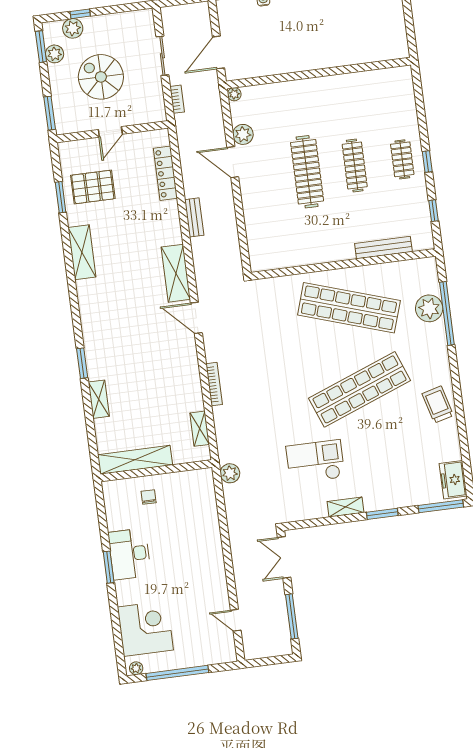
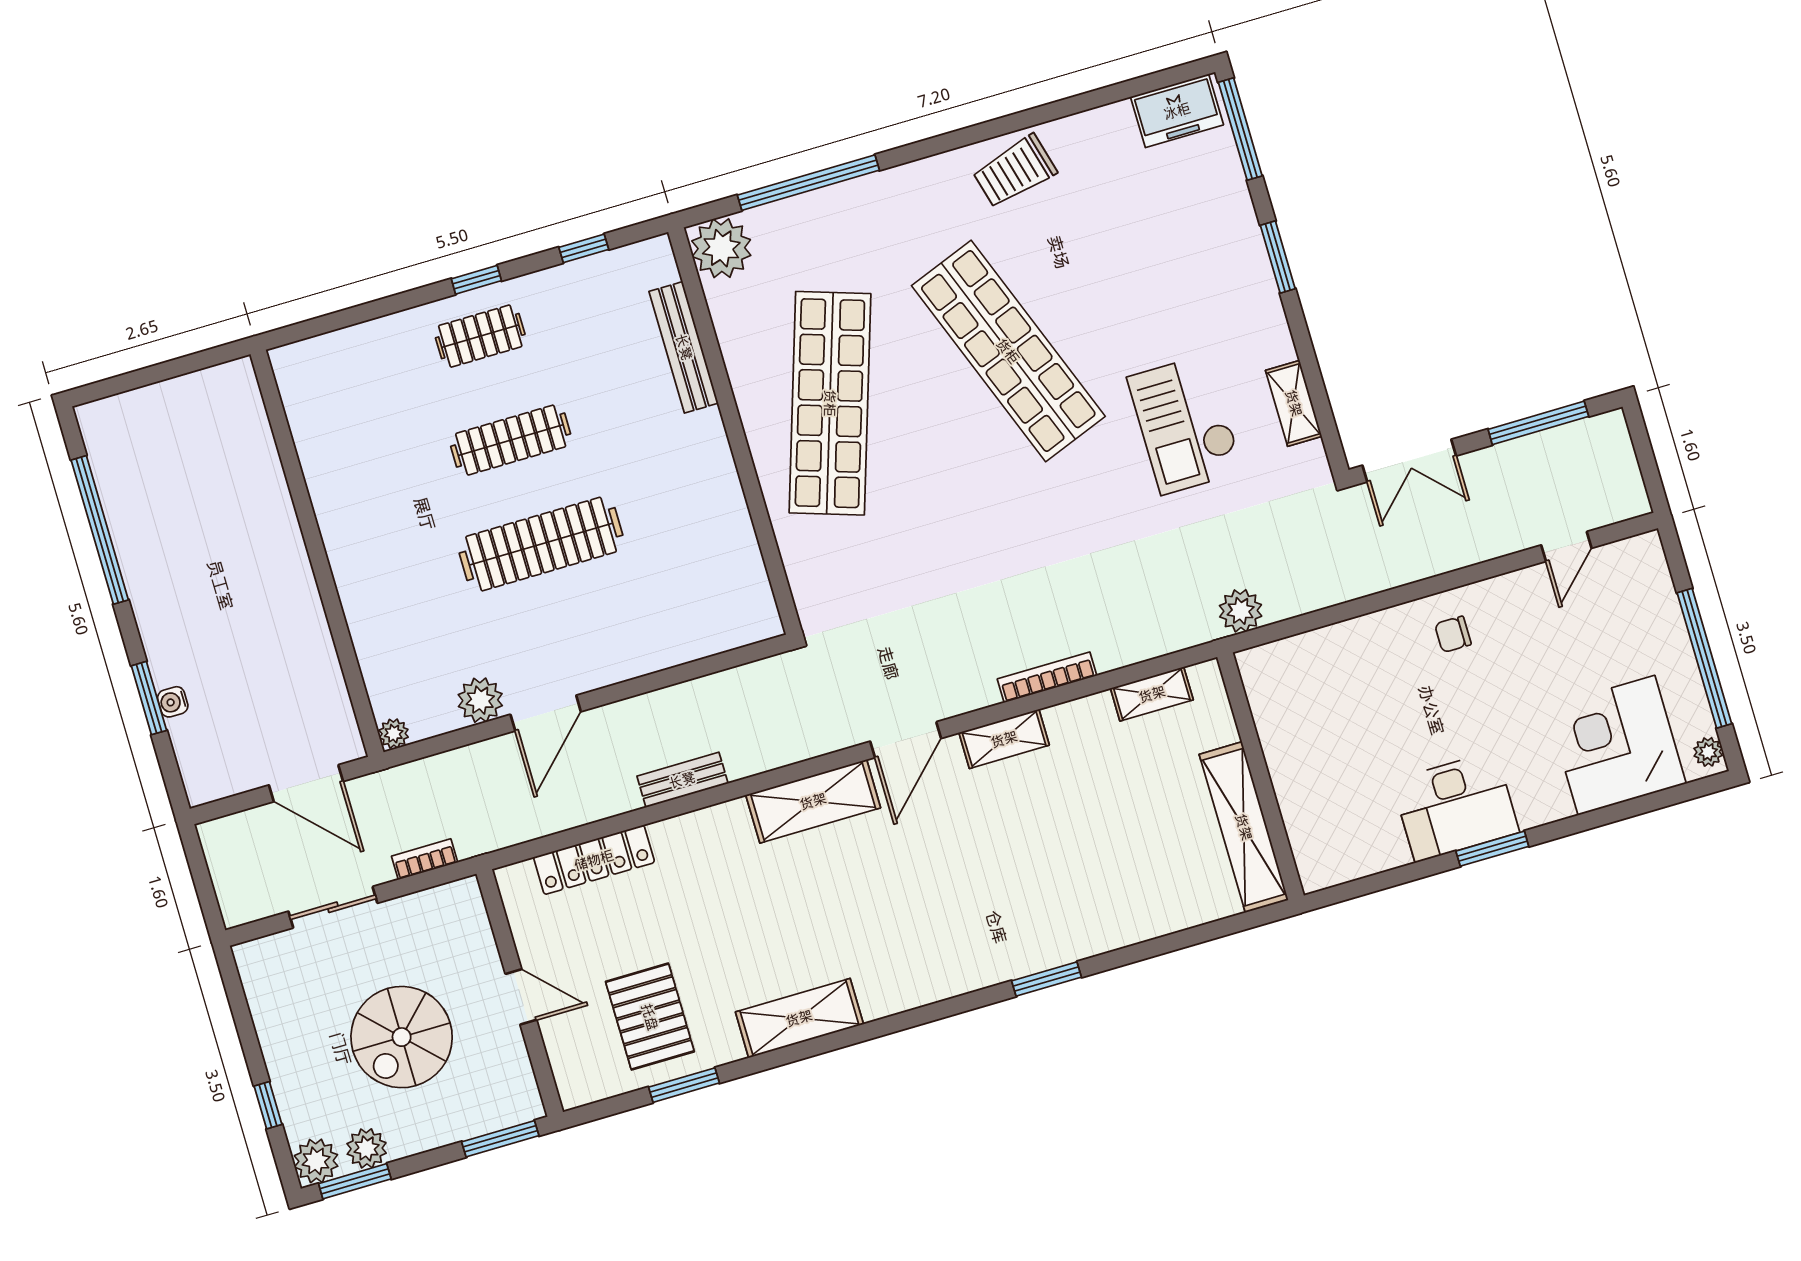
plant: (73, 28) -> (316, 1161), moved
plant: (429, 308) -> (721, 248), moved
shelving: (99, 399) -> (1004, 739), moved
chair: (149, 497) -> (1453, 634), moved
shelving: (346, 507) -> (1294, 403), moved

